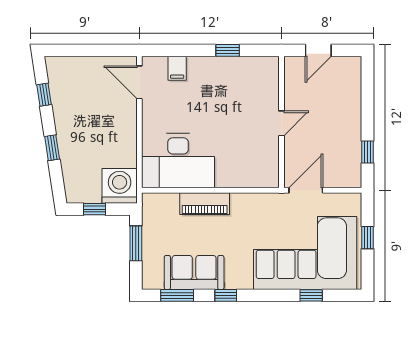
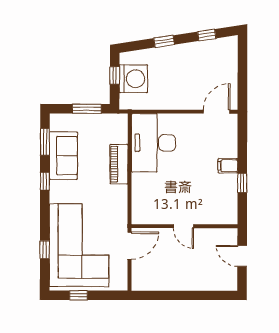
filing cabinet: (177, 68) -> (228, 166), moved
window: (368, 152) -> (160, 295), removed
washing machine: (120, 186) -> (133, 79), moved
door: (306, 190) -> (130, 246), hinge flipped
window: (368, 238) -> (78, 295), moved

